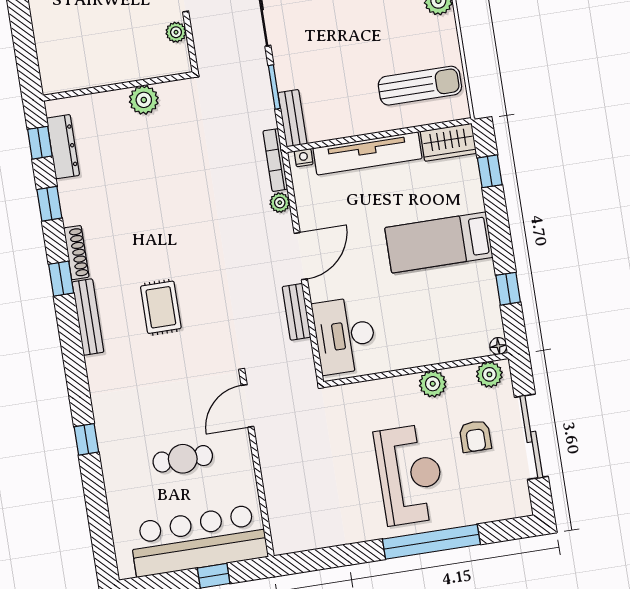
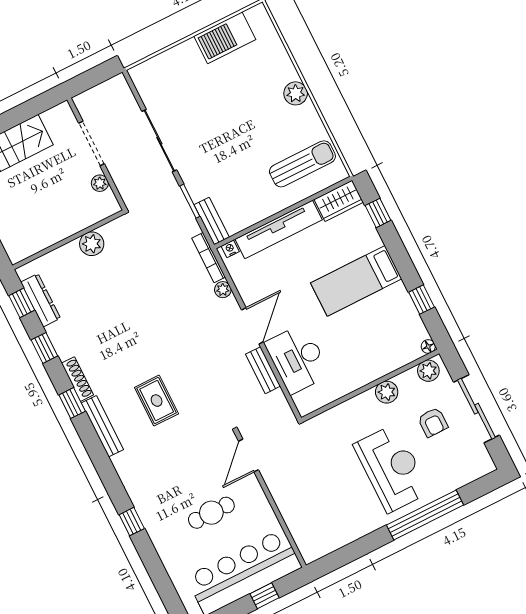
desk: (345, 335) -> (297, 359), moved

